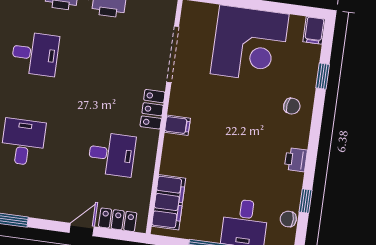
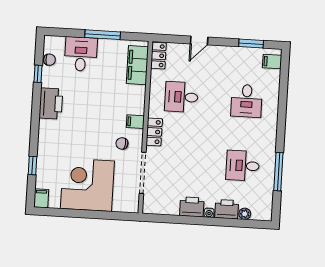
chair: (292, 106) -> (122, 143), moved
printer: (296, 160) -> (51, 103), width x1.87, depth x1.48
locker: (118, 220) -> (158, 56), moved, turned -90

